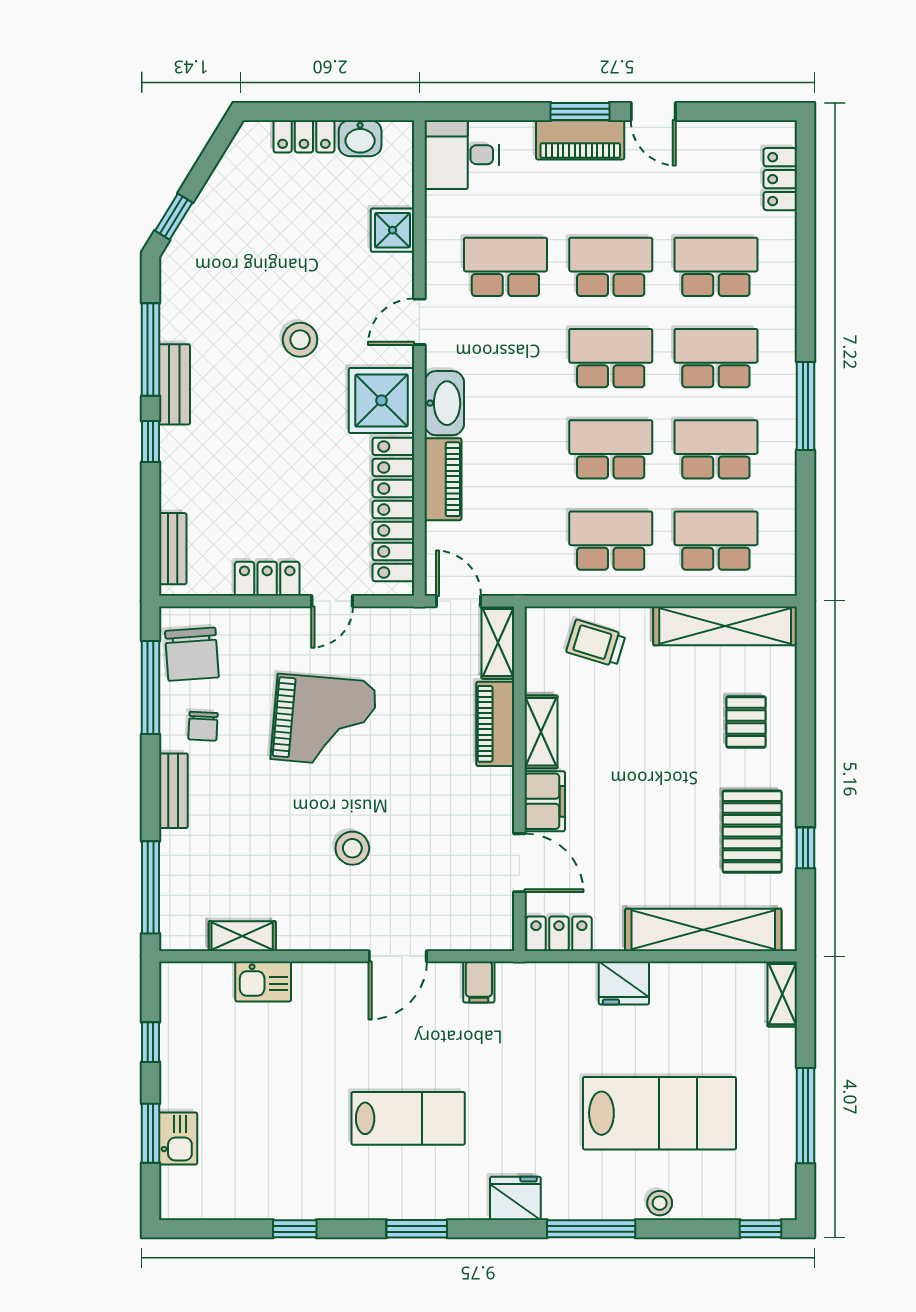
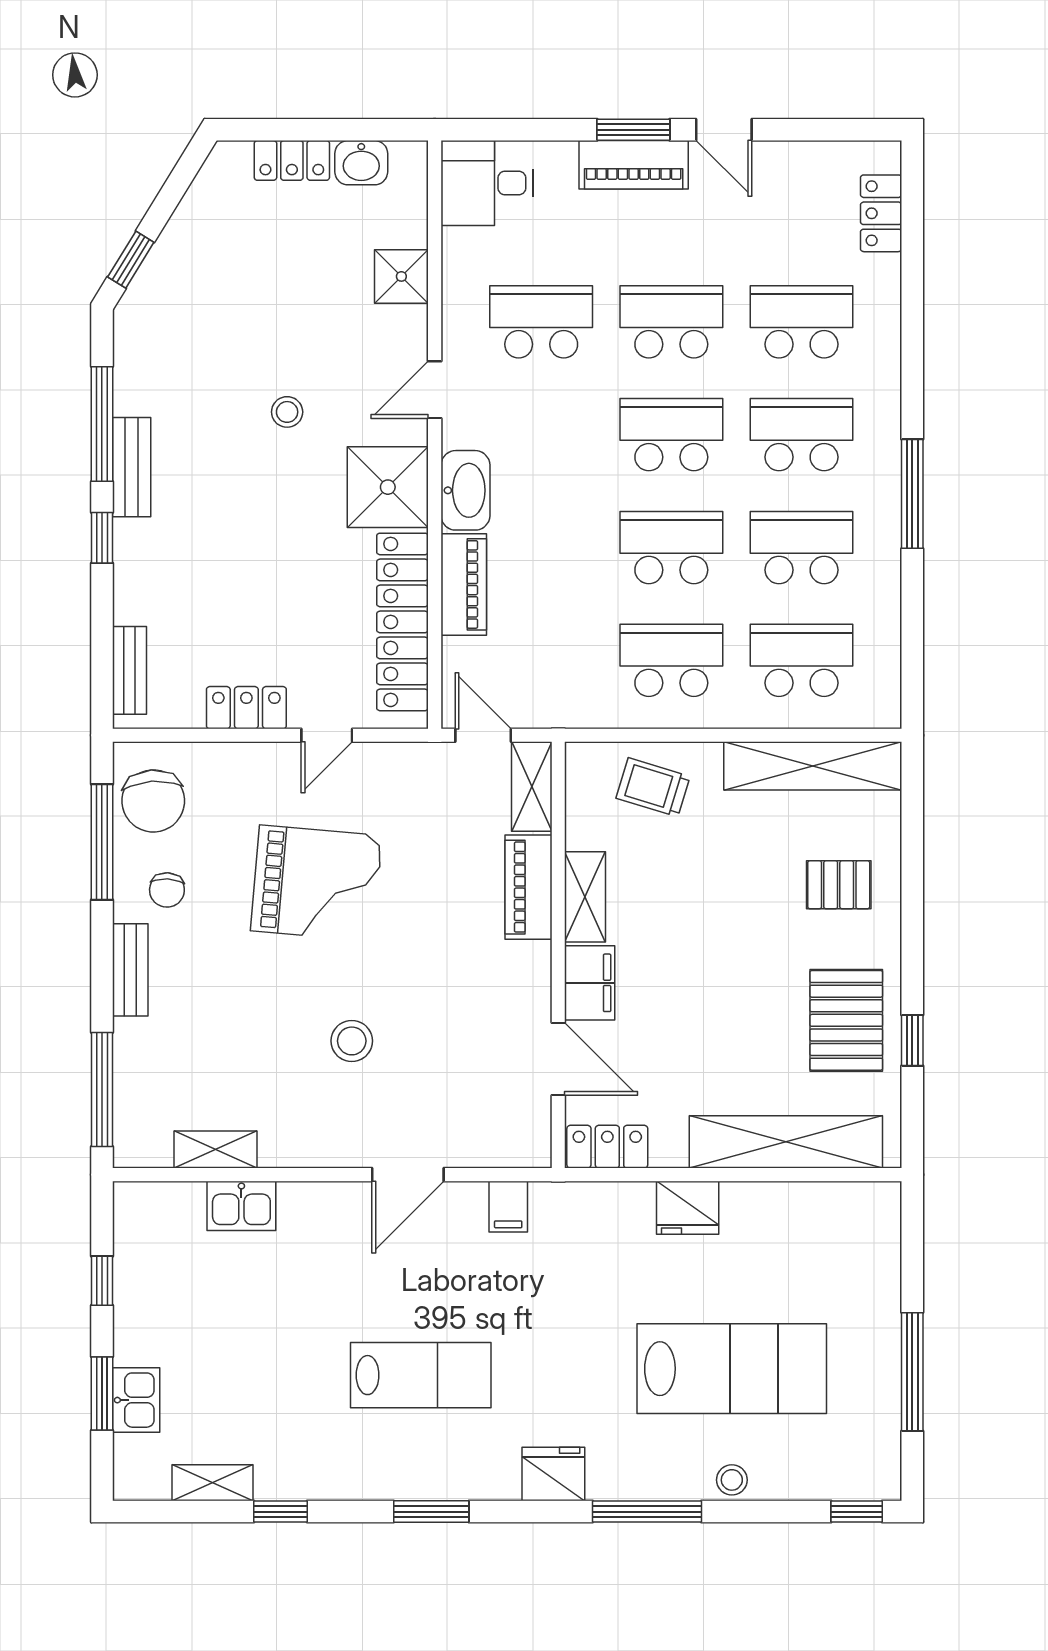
stool: (300, 340) -> (287, 412), width x0.73, depth x0.73
pallet: (746, 722) -> (839, 885), turned 90
shelving: (782, 994) -> (212, 1483), moved, turned 90

